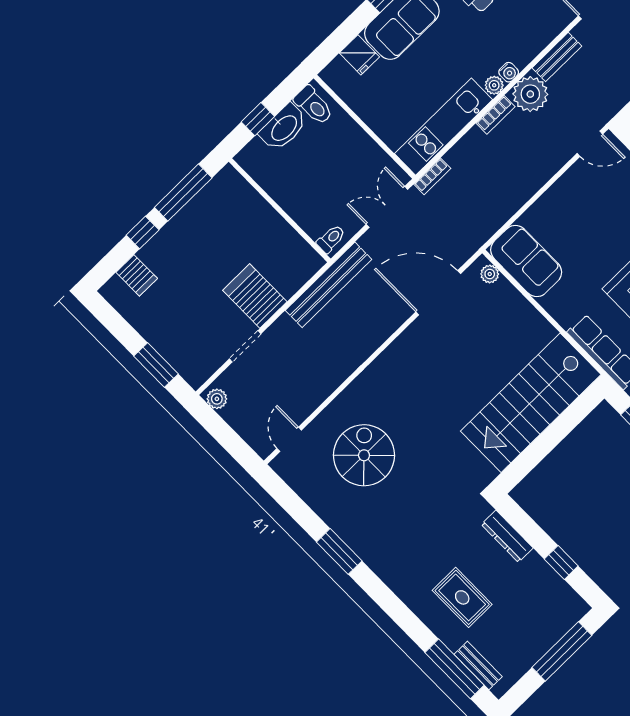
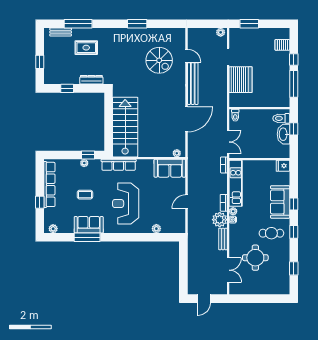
fridge: (359, 55) -> (283, 166), moved
toilet: (314, 105) -> (281, 118), moved
door: (590, 144) -> (187, 202), moved
bench: (328, 285) -> (193, 84), moved
door: (438, 293) -> (187, 119), moved
server rack: (255, 296) -> (241, 80), width x1.60
door: (289, 439) -> (187, 56), moved
window: (562, 651) -> (40, 62), width x0.46
window: (455, 669) -> (78, 24), moved

